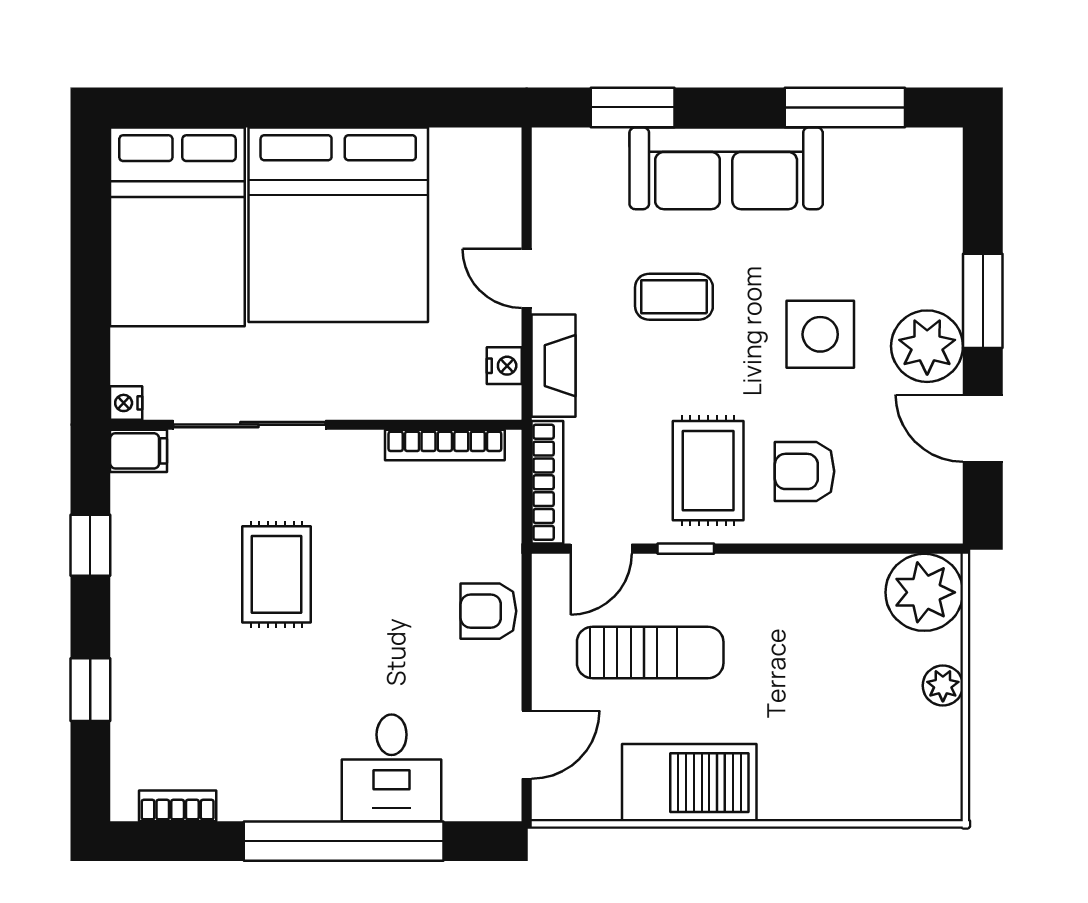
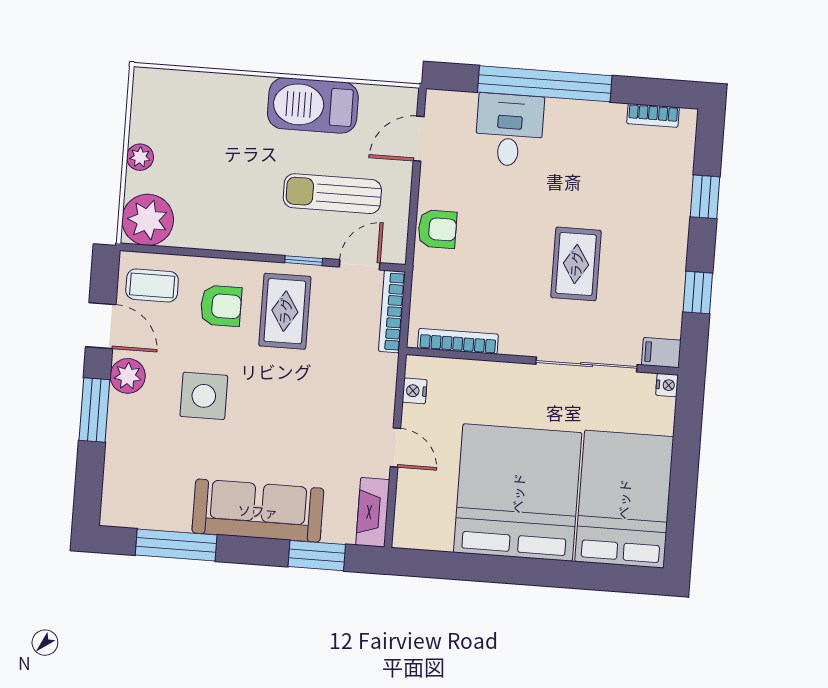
coffee table: (674, 297) -> (152, 285), moved
plant: (927, 346) -> (128, 376), width x0.73, depth x0.73
fireplace: (554, 366) -> (373, 512), moved

